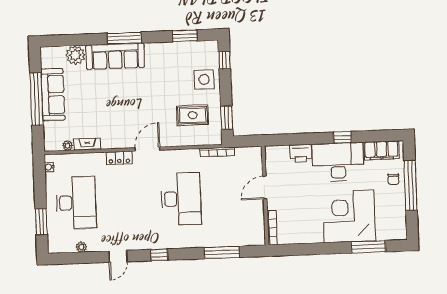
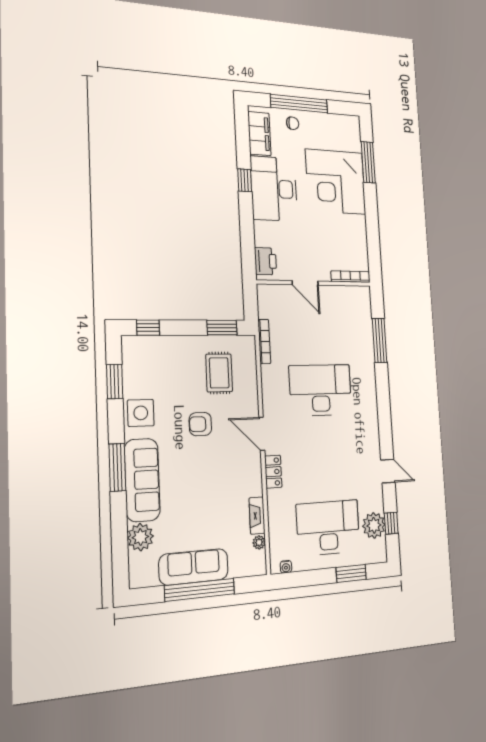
side table: (204, 79) -> (141, 413), moved
armchair: (155, 100) -> (200, 424), added
printer: (301, 153) -> (266, 261), moved
plant: (81, 247) -> (374, 525), width x1.88, depth x1.88
window: (159, 255) -> (391, 523), moved

